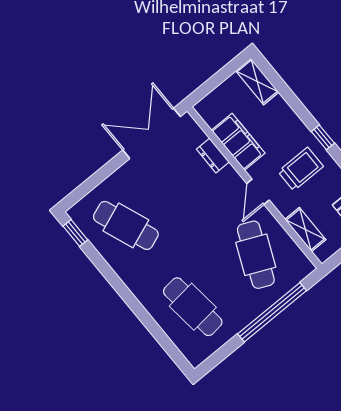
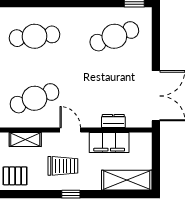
shelving: (257, 82) -> (127, 180), width x1.50, depth x1.33
trolley: (301, 169) -> (63, 166), turned -90
cafe table: (256, 255) -> (35, 98), turned -45

